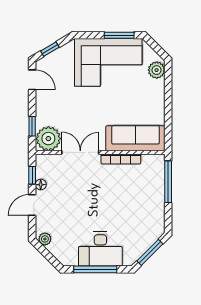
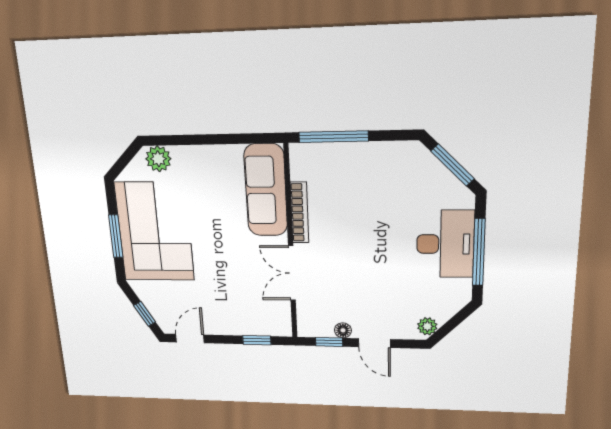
window: (119, 35) -> (116, 236), moved
plant: (48, 139) -> (273, 318), removed

